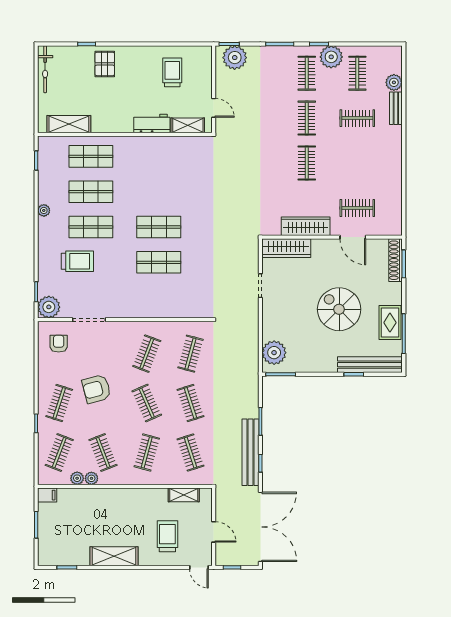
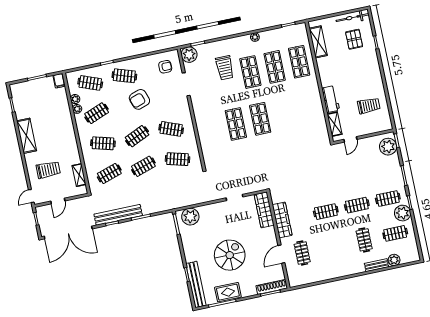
pallet: (105, 64) -> (354, 39), moved, turned 90
armchair: (96, 389) -> (139, 99), turned -94

